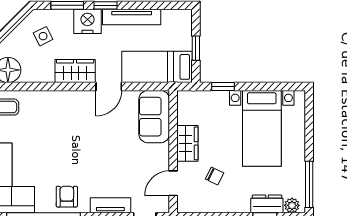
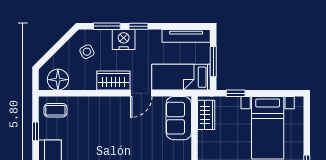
tv unit: (132, 17) -> (186, 36), moved
window: (196, 48) -> (213, 62), width x1.50
wardrobe: (187, 143) -> (206, 115), moved

